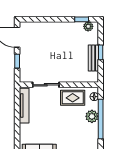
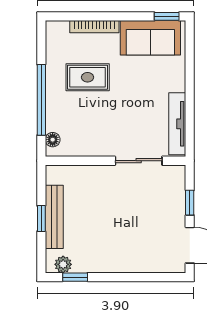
bench: (93, 58) -> (54, 217), width x1.36
rug: (73, 98) -> (88, 77), moved
plant: (92, 116) -> (57, 105), removed

